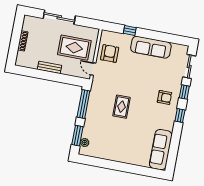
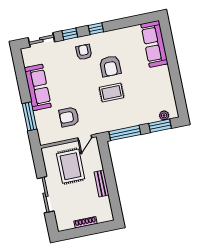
window: (130, 30) -> (29, 116), width x2.17
armchair: (110, 53) -> (69, 117), moved
armchair: (144, 115) -> (110, 66), added
sofa: (161, 150) -> (154, 44), moved, turned 90

